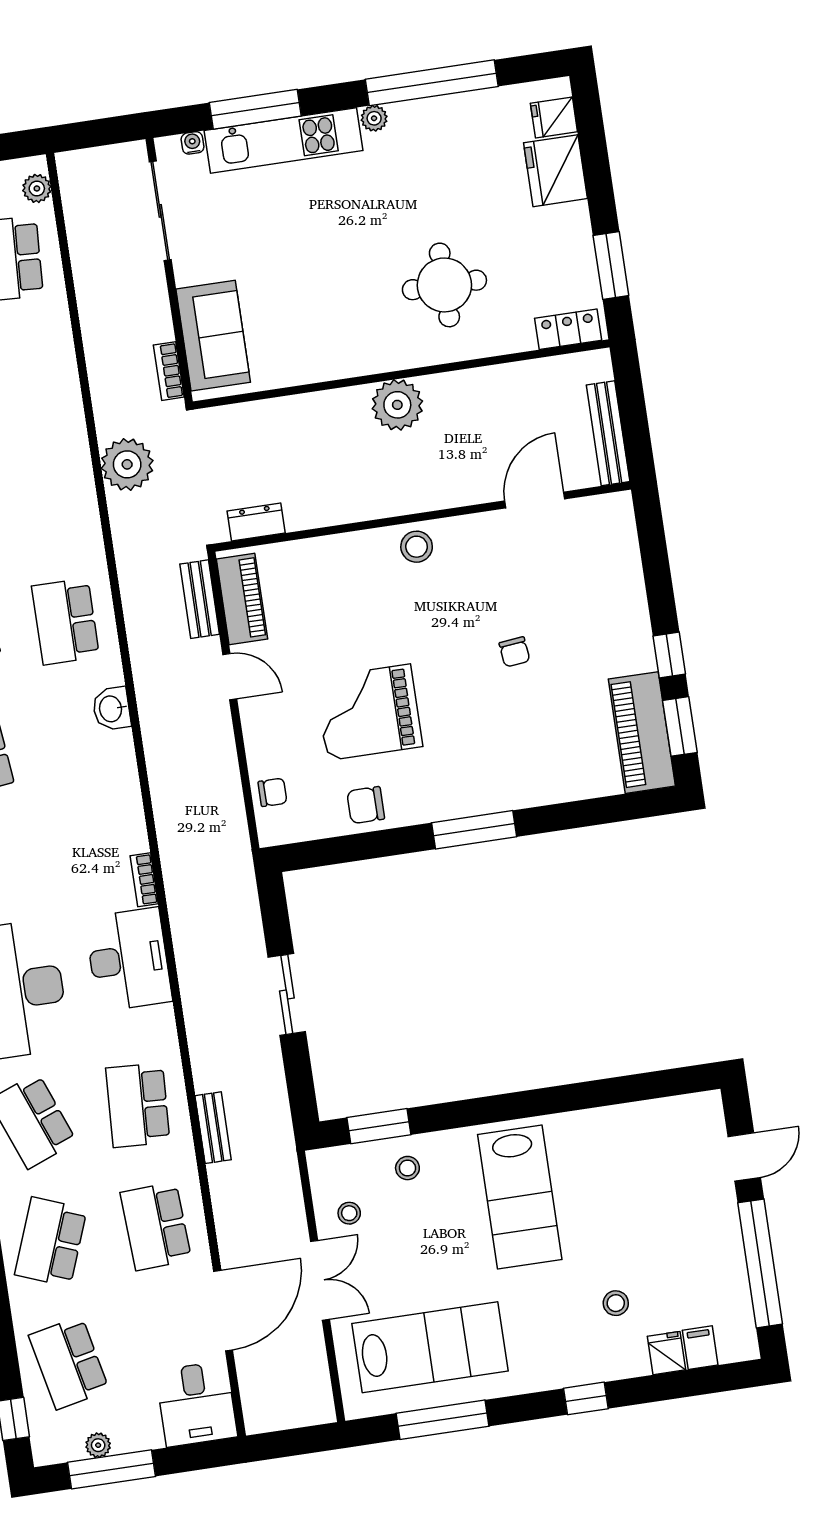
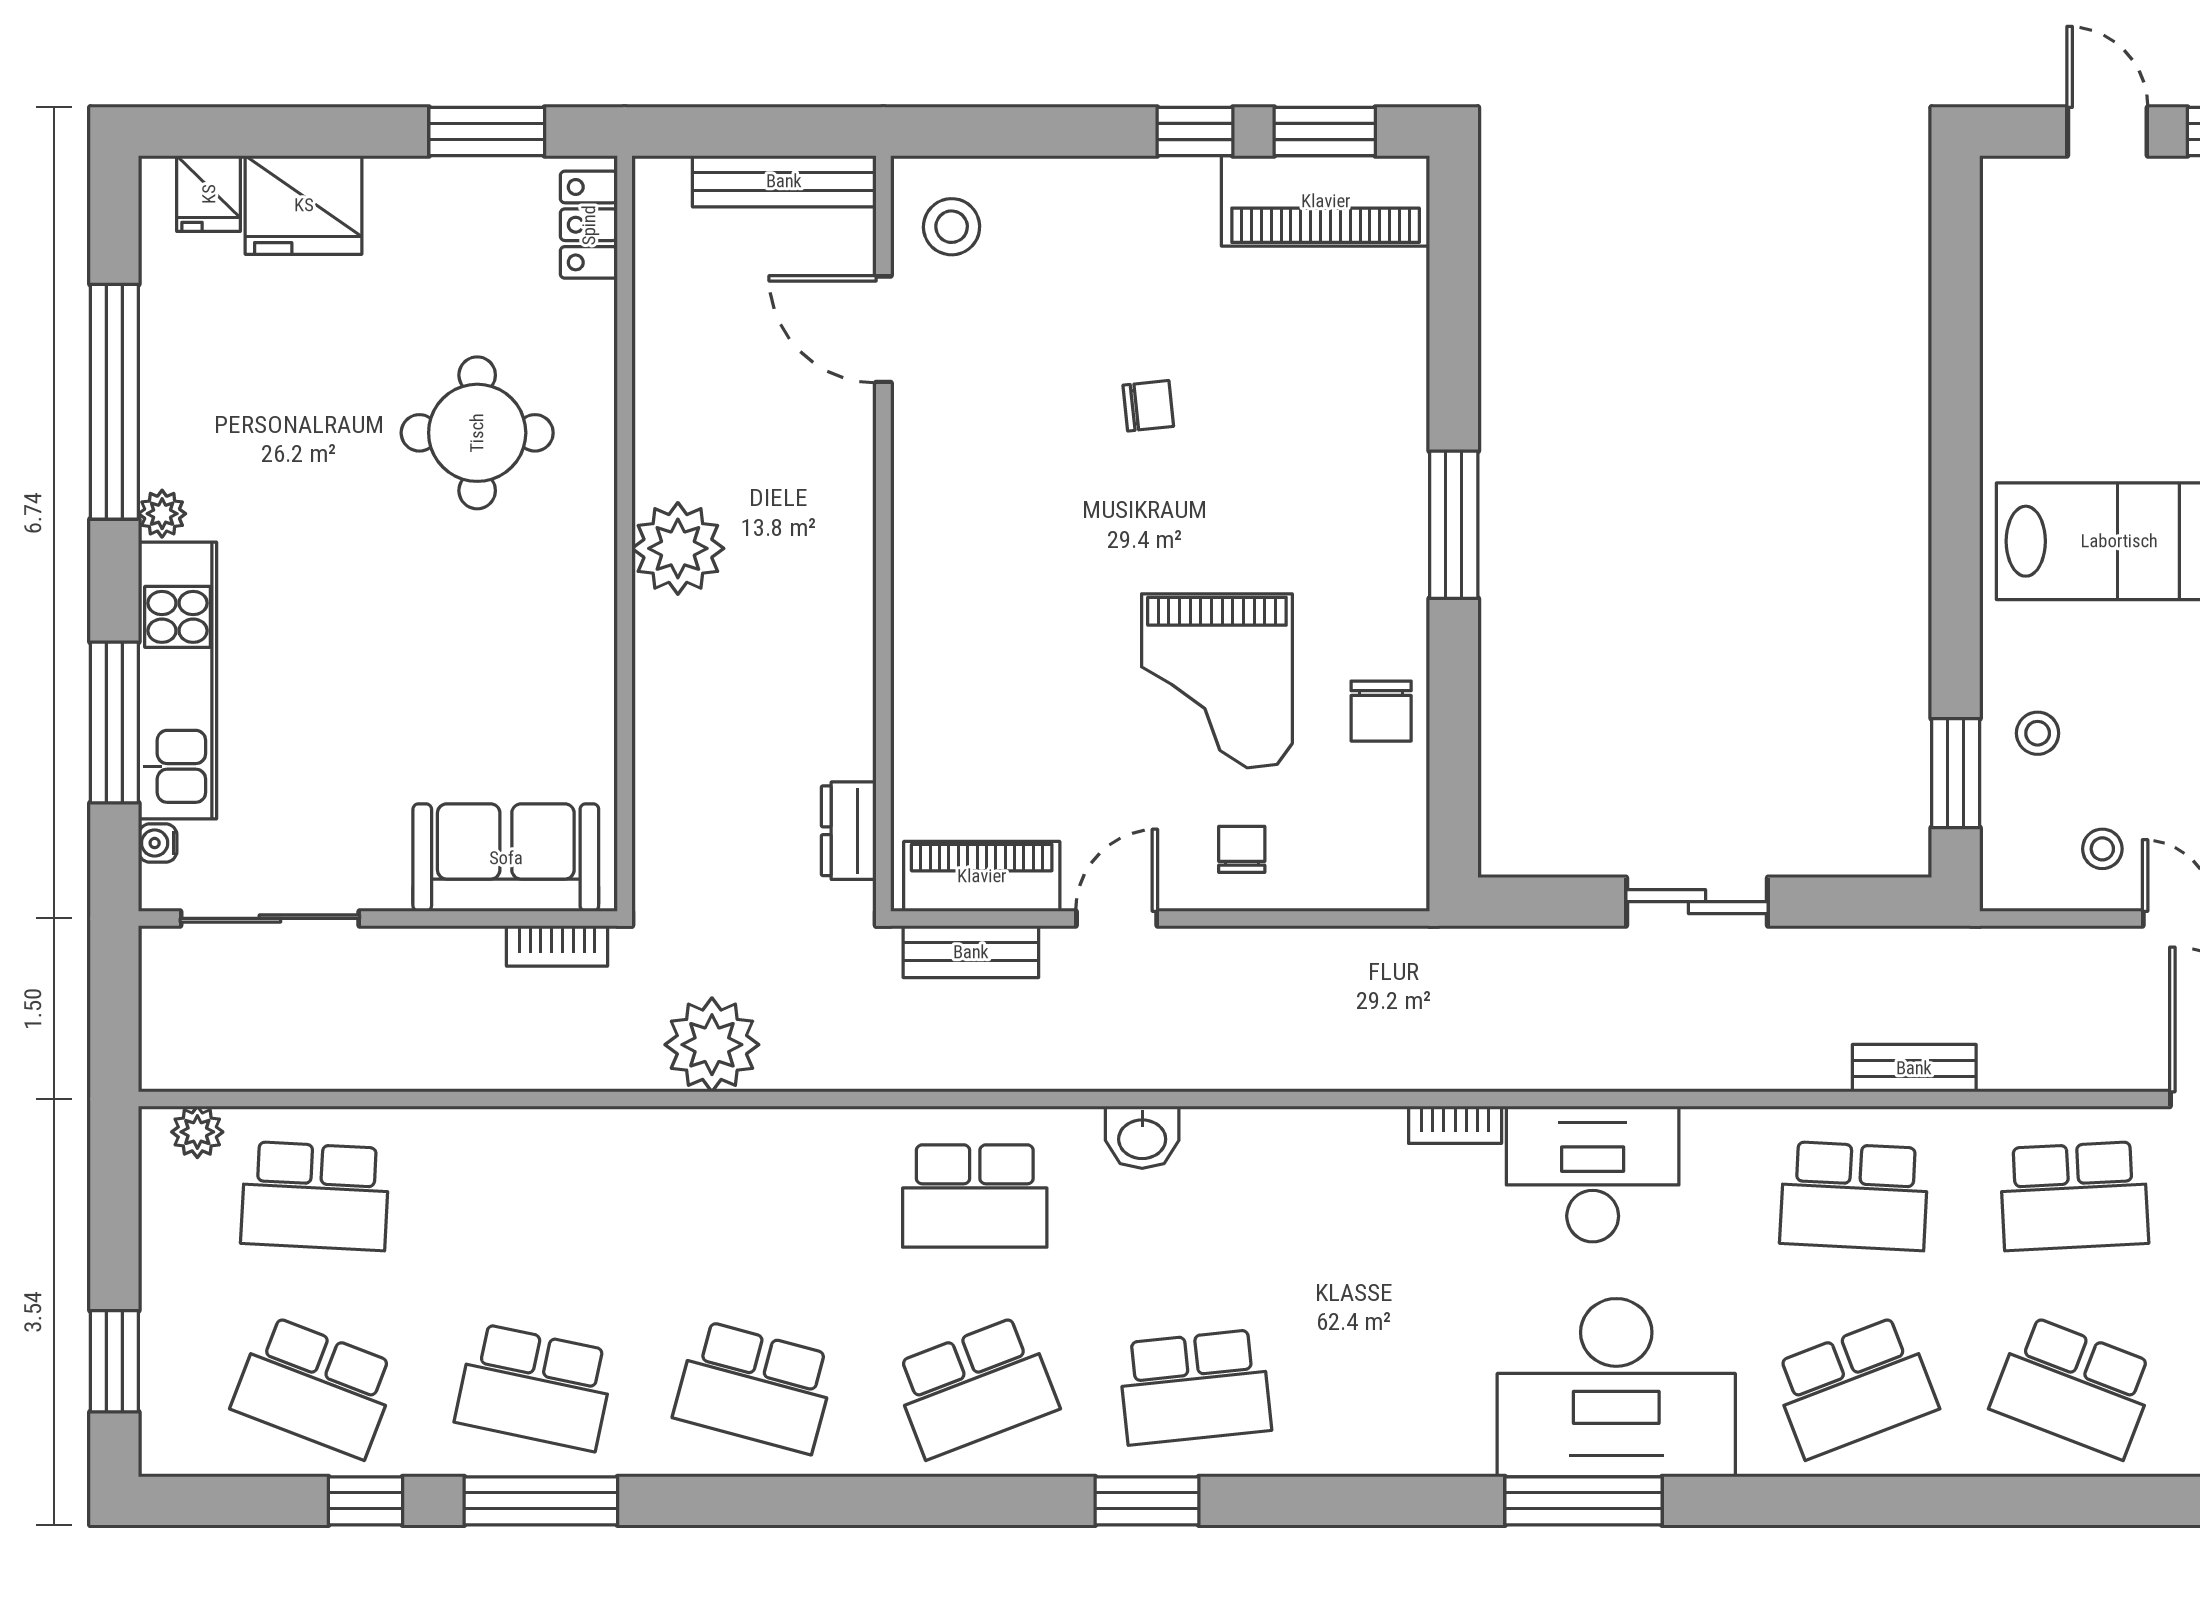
stool: (417, 547) -> (952, 227), moved
chair: (273, 792) -> (1242, 849), moved

